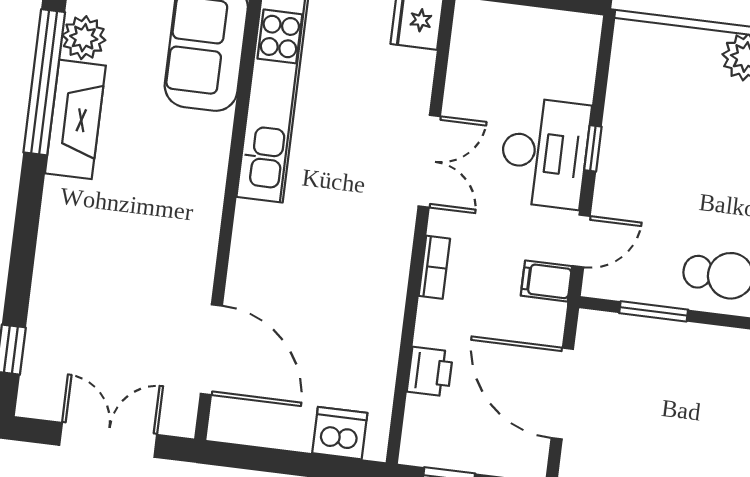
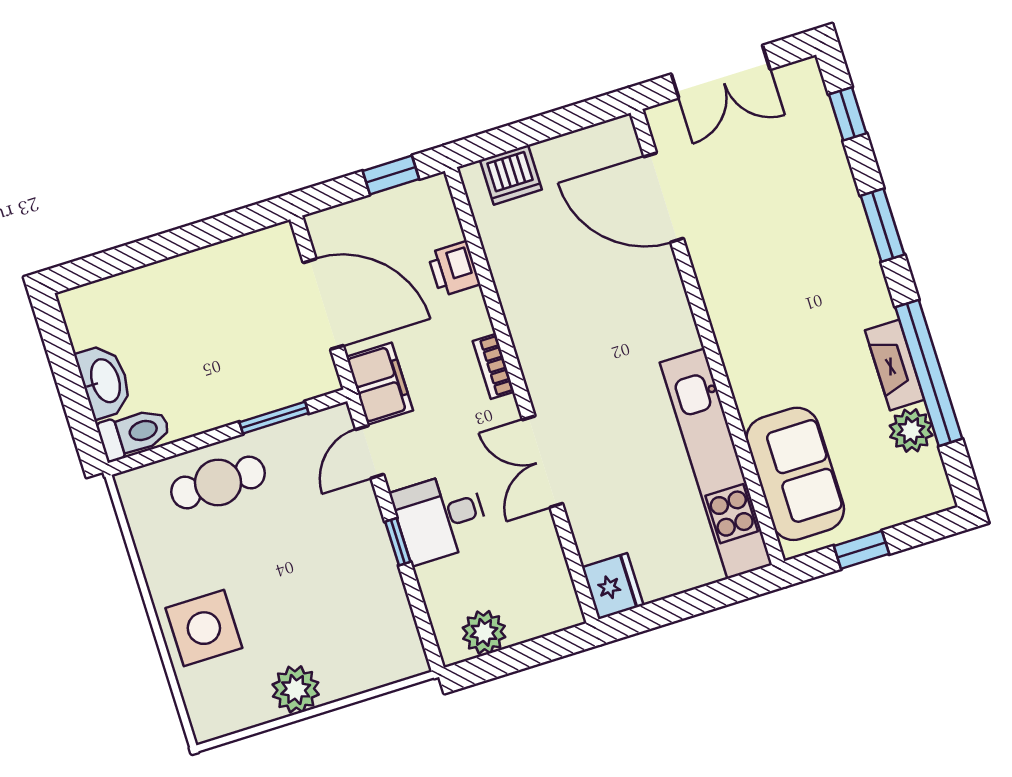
plant: (552, 31) -> (484, 632), added
fireplace: (75, 119) -> (895, 365), width x0.73, depth x0.76
desk: (544, 153) -> (440, 517), width x0.73
window: (25, 235) -> (882, 225), added
filing cabinet: (546, 281) -> (380, 384), width x2.00

